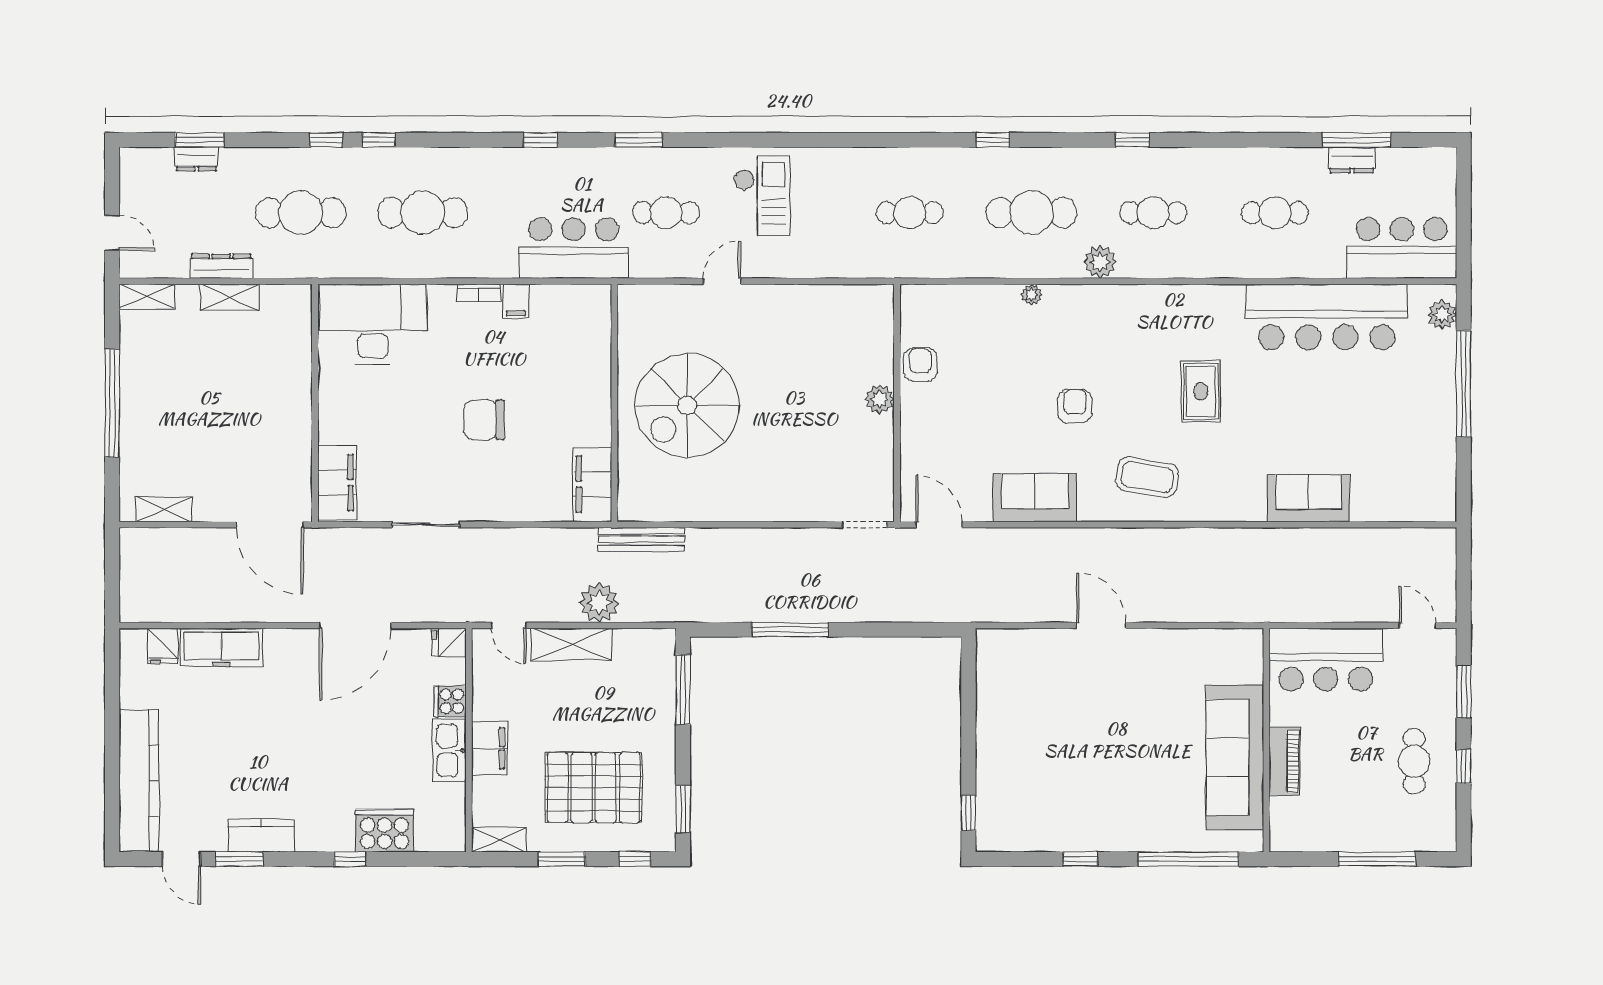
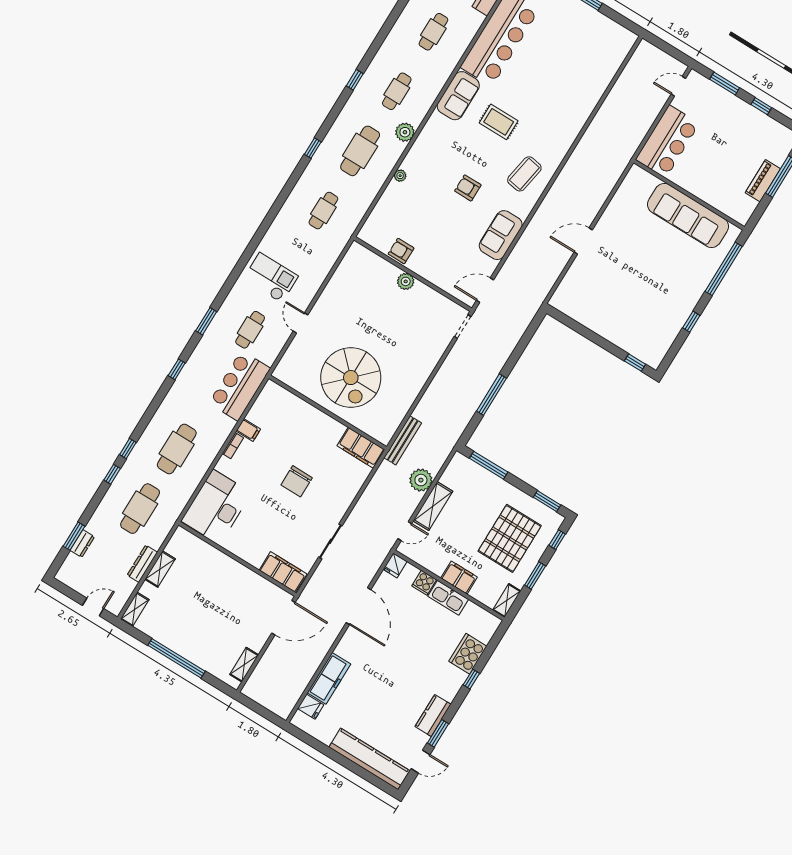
sofa: (1309, 498) -> (458, 96), moved, turned 180
piano: (1285, 761) -> (763, 181), moved, turned -90
cafe table: (1414, 761) -> (744, 129), removed

